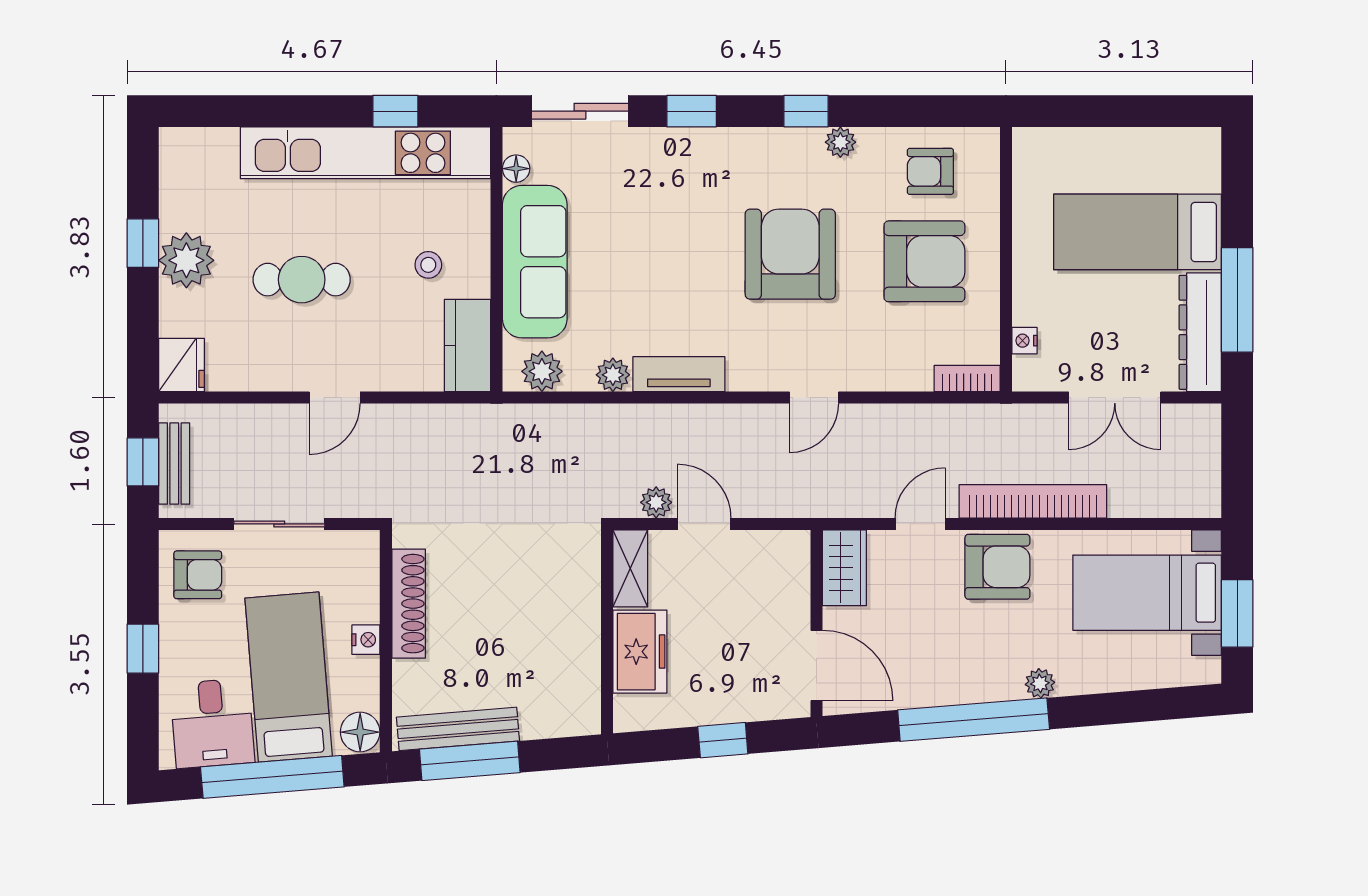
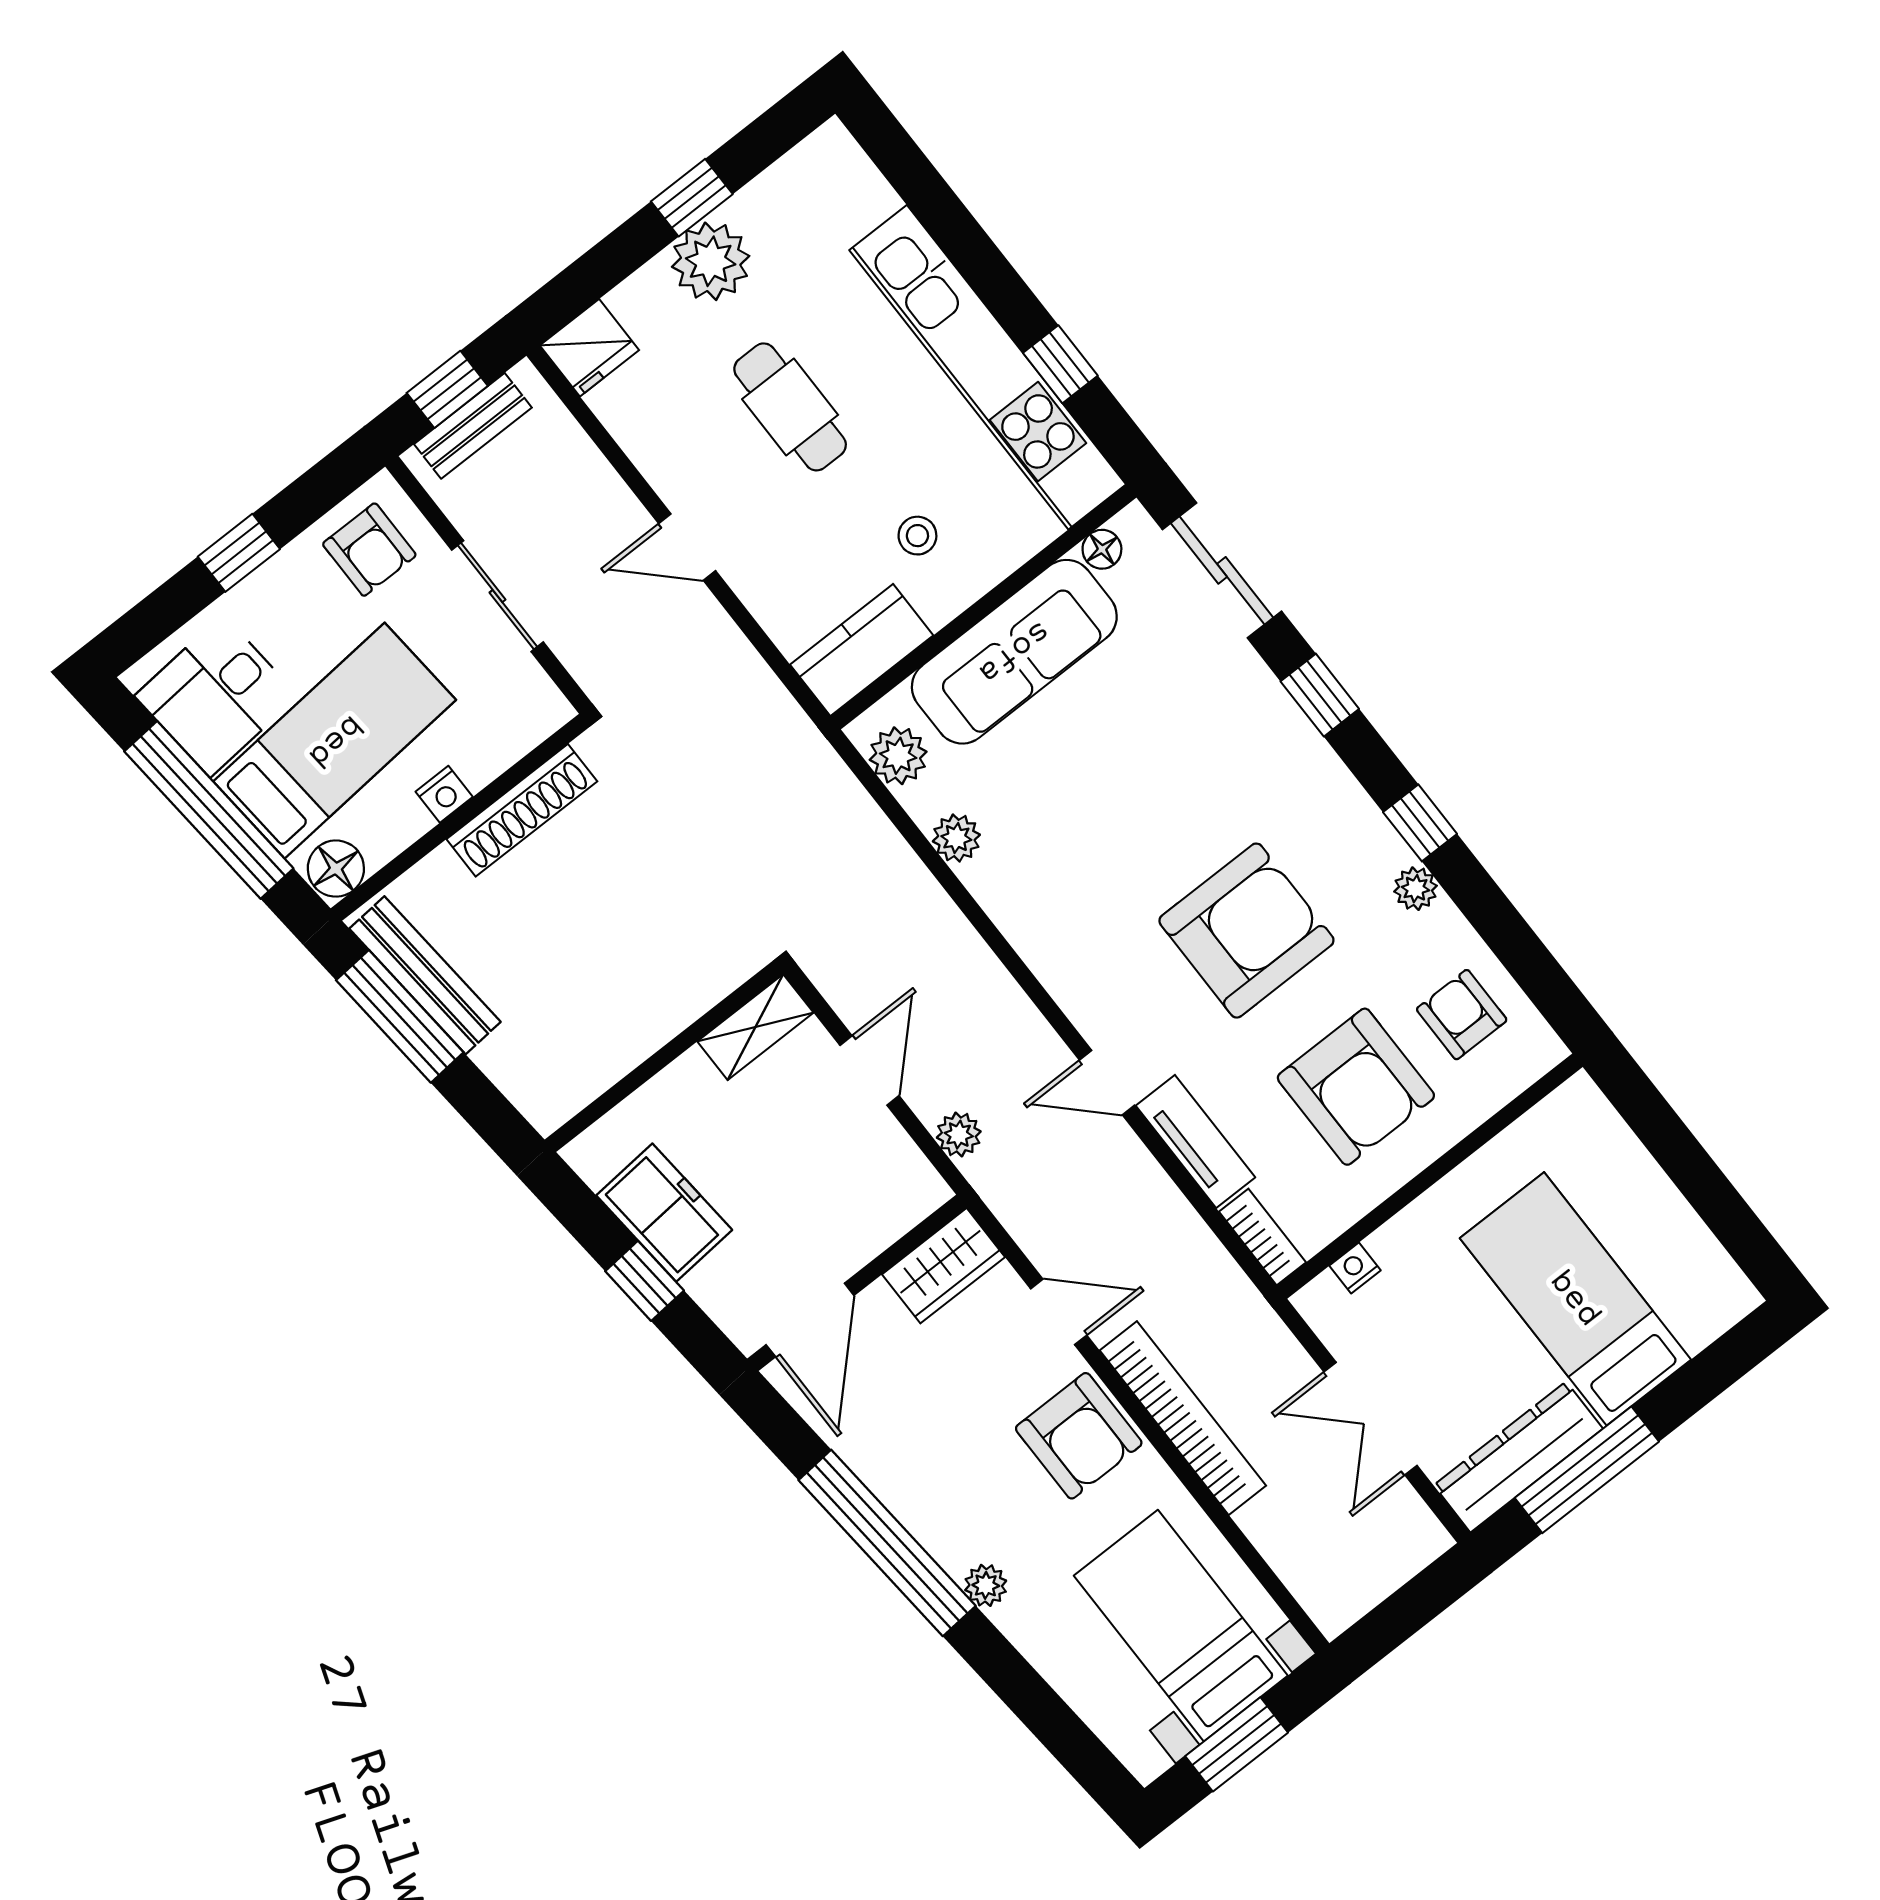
tv unit: (679, 374) -> (1196, 1142), moved
plant: (656, 502) -> (959, 1135), moved
freezer: (640, 652) -> (664, 1213), moved, turned -95

